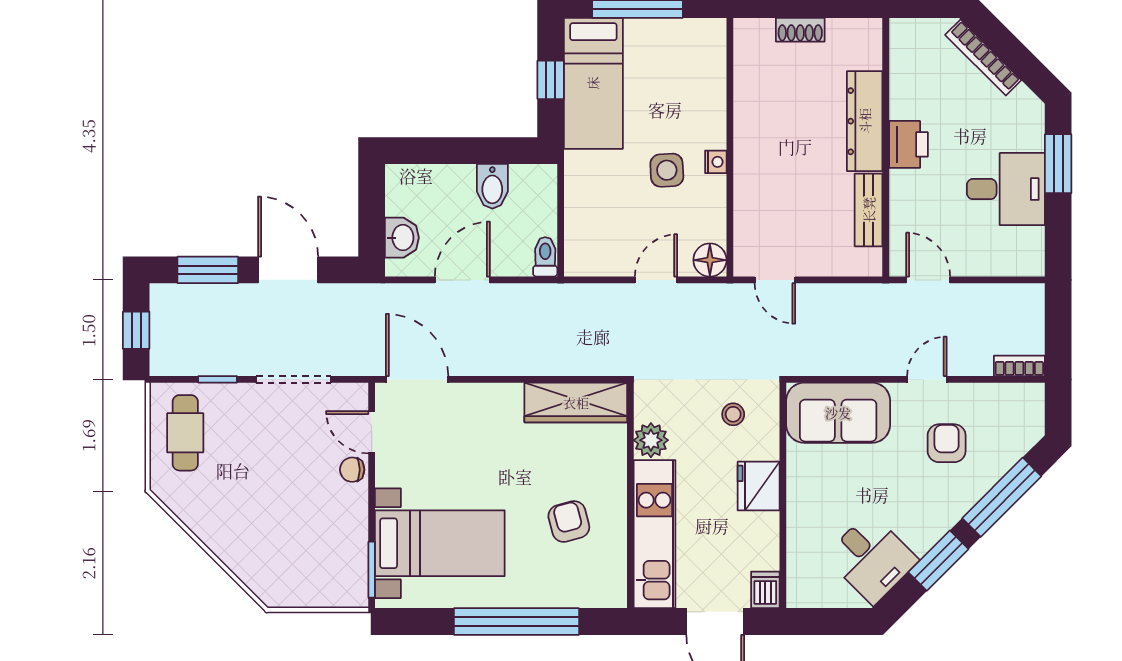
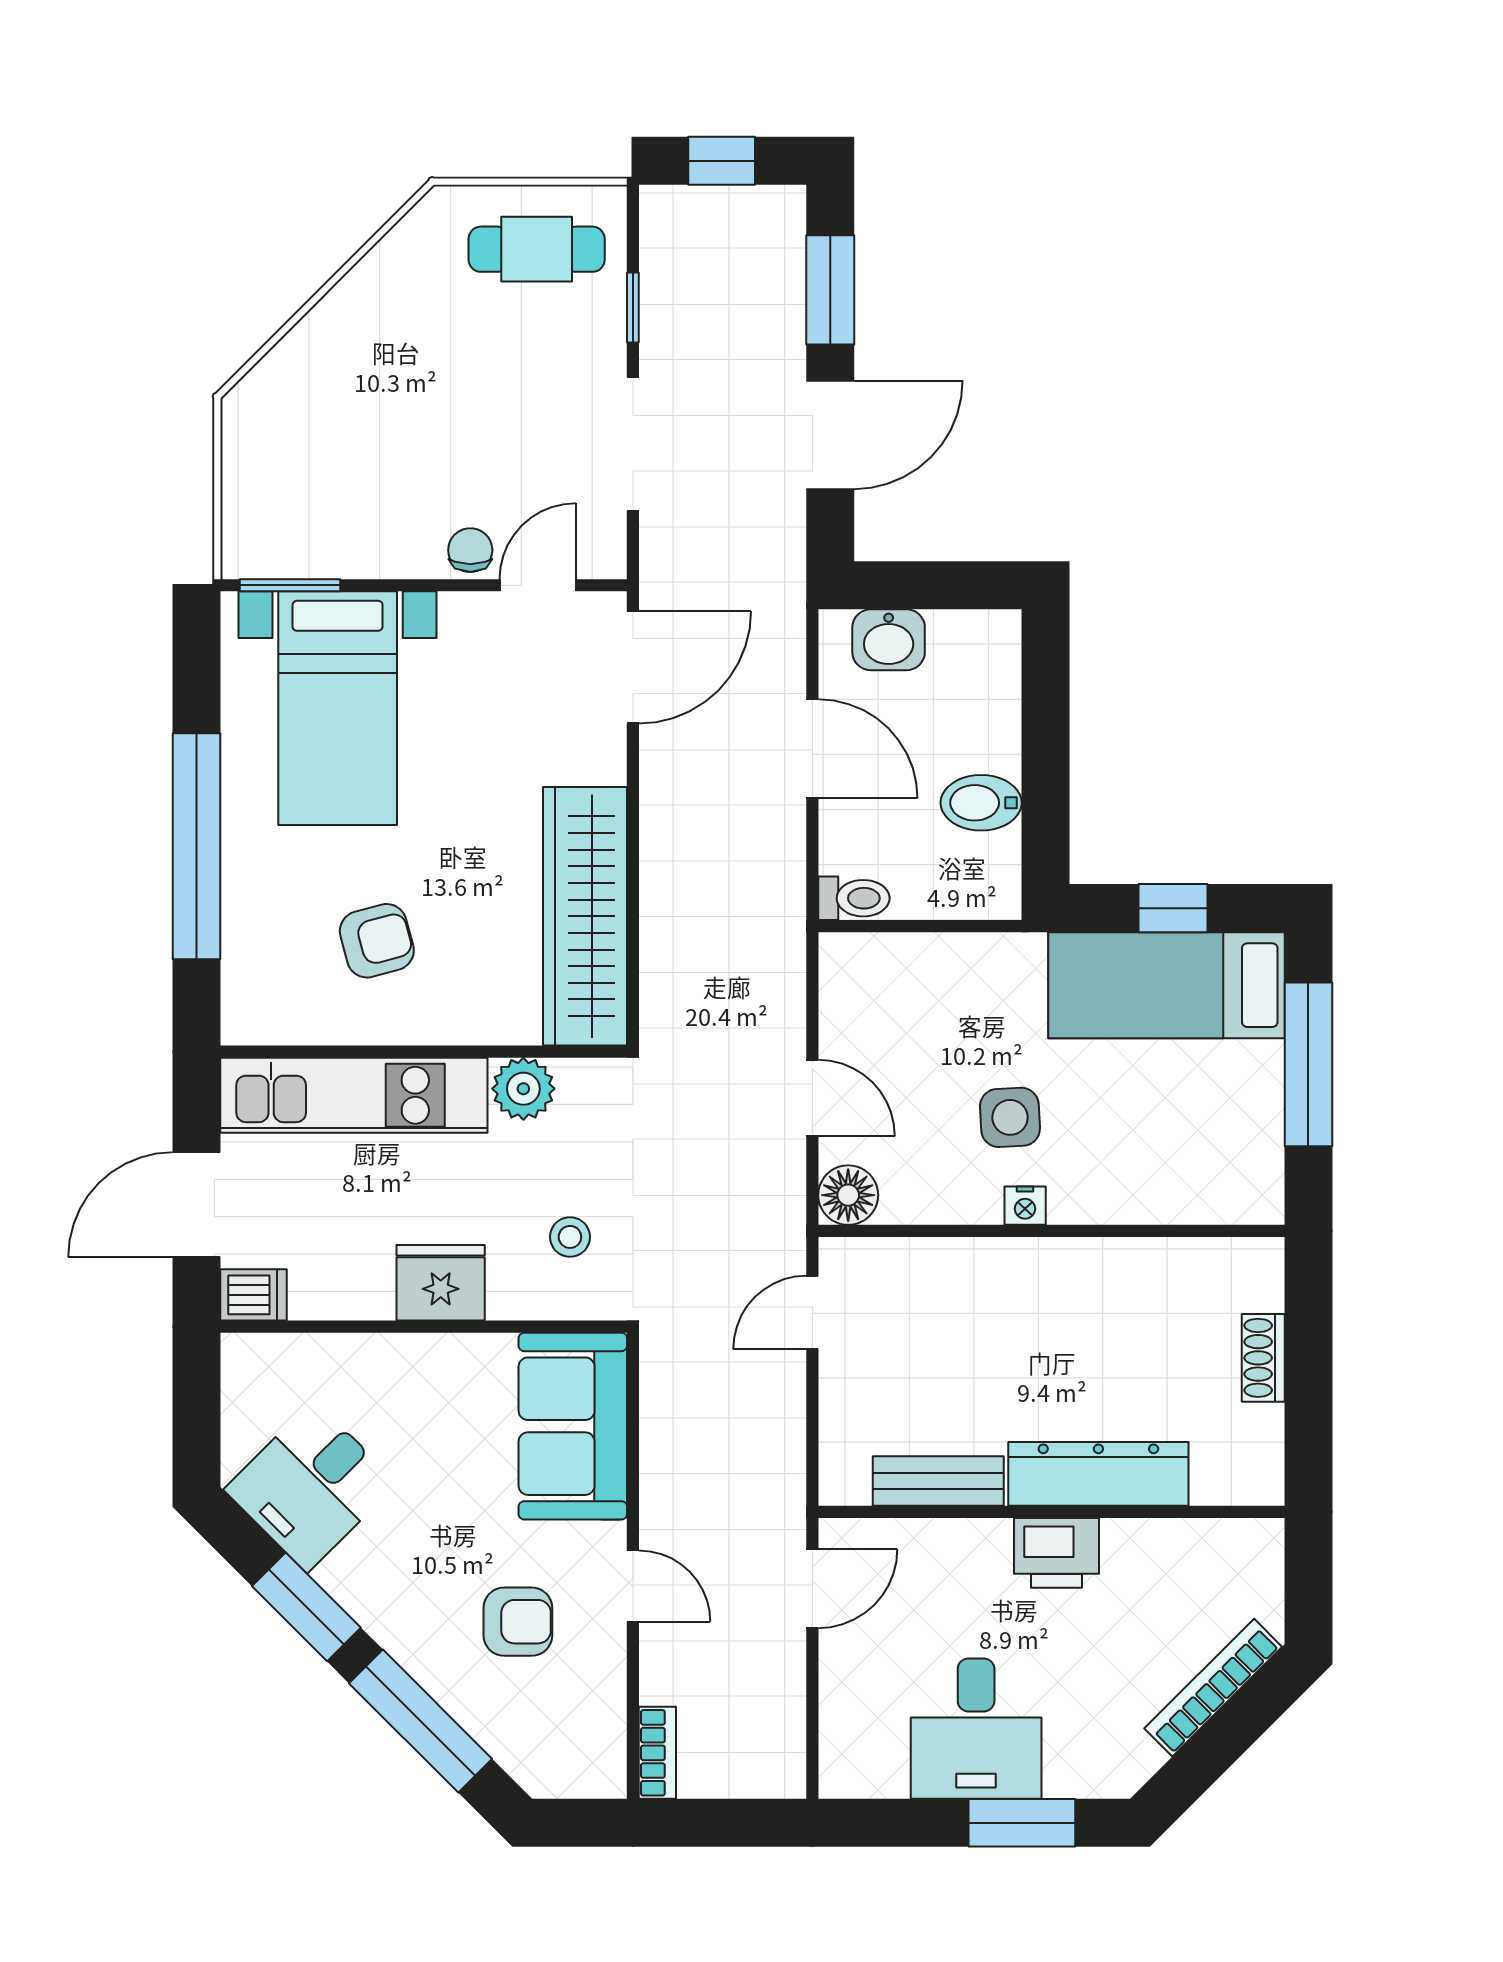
wardrobe: (576, 403) -> (585, 916), width x1.40, depth x1.17

